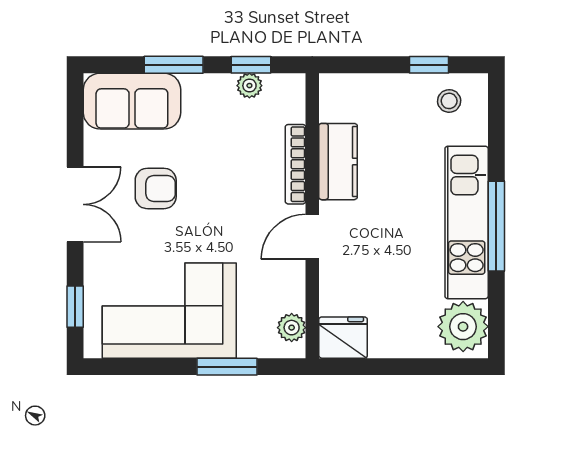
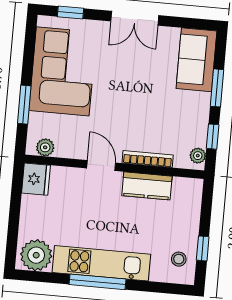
plant: (249, 86) -> (198, 156), moved
armchair: (156, 188) -> (140, 70), removed

